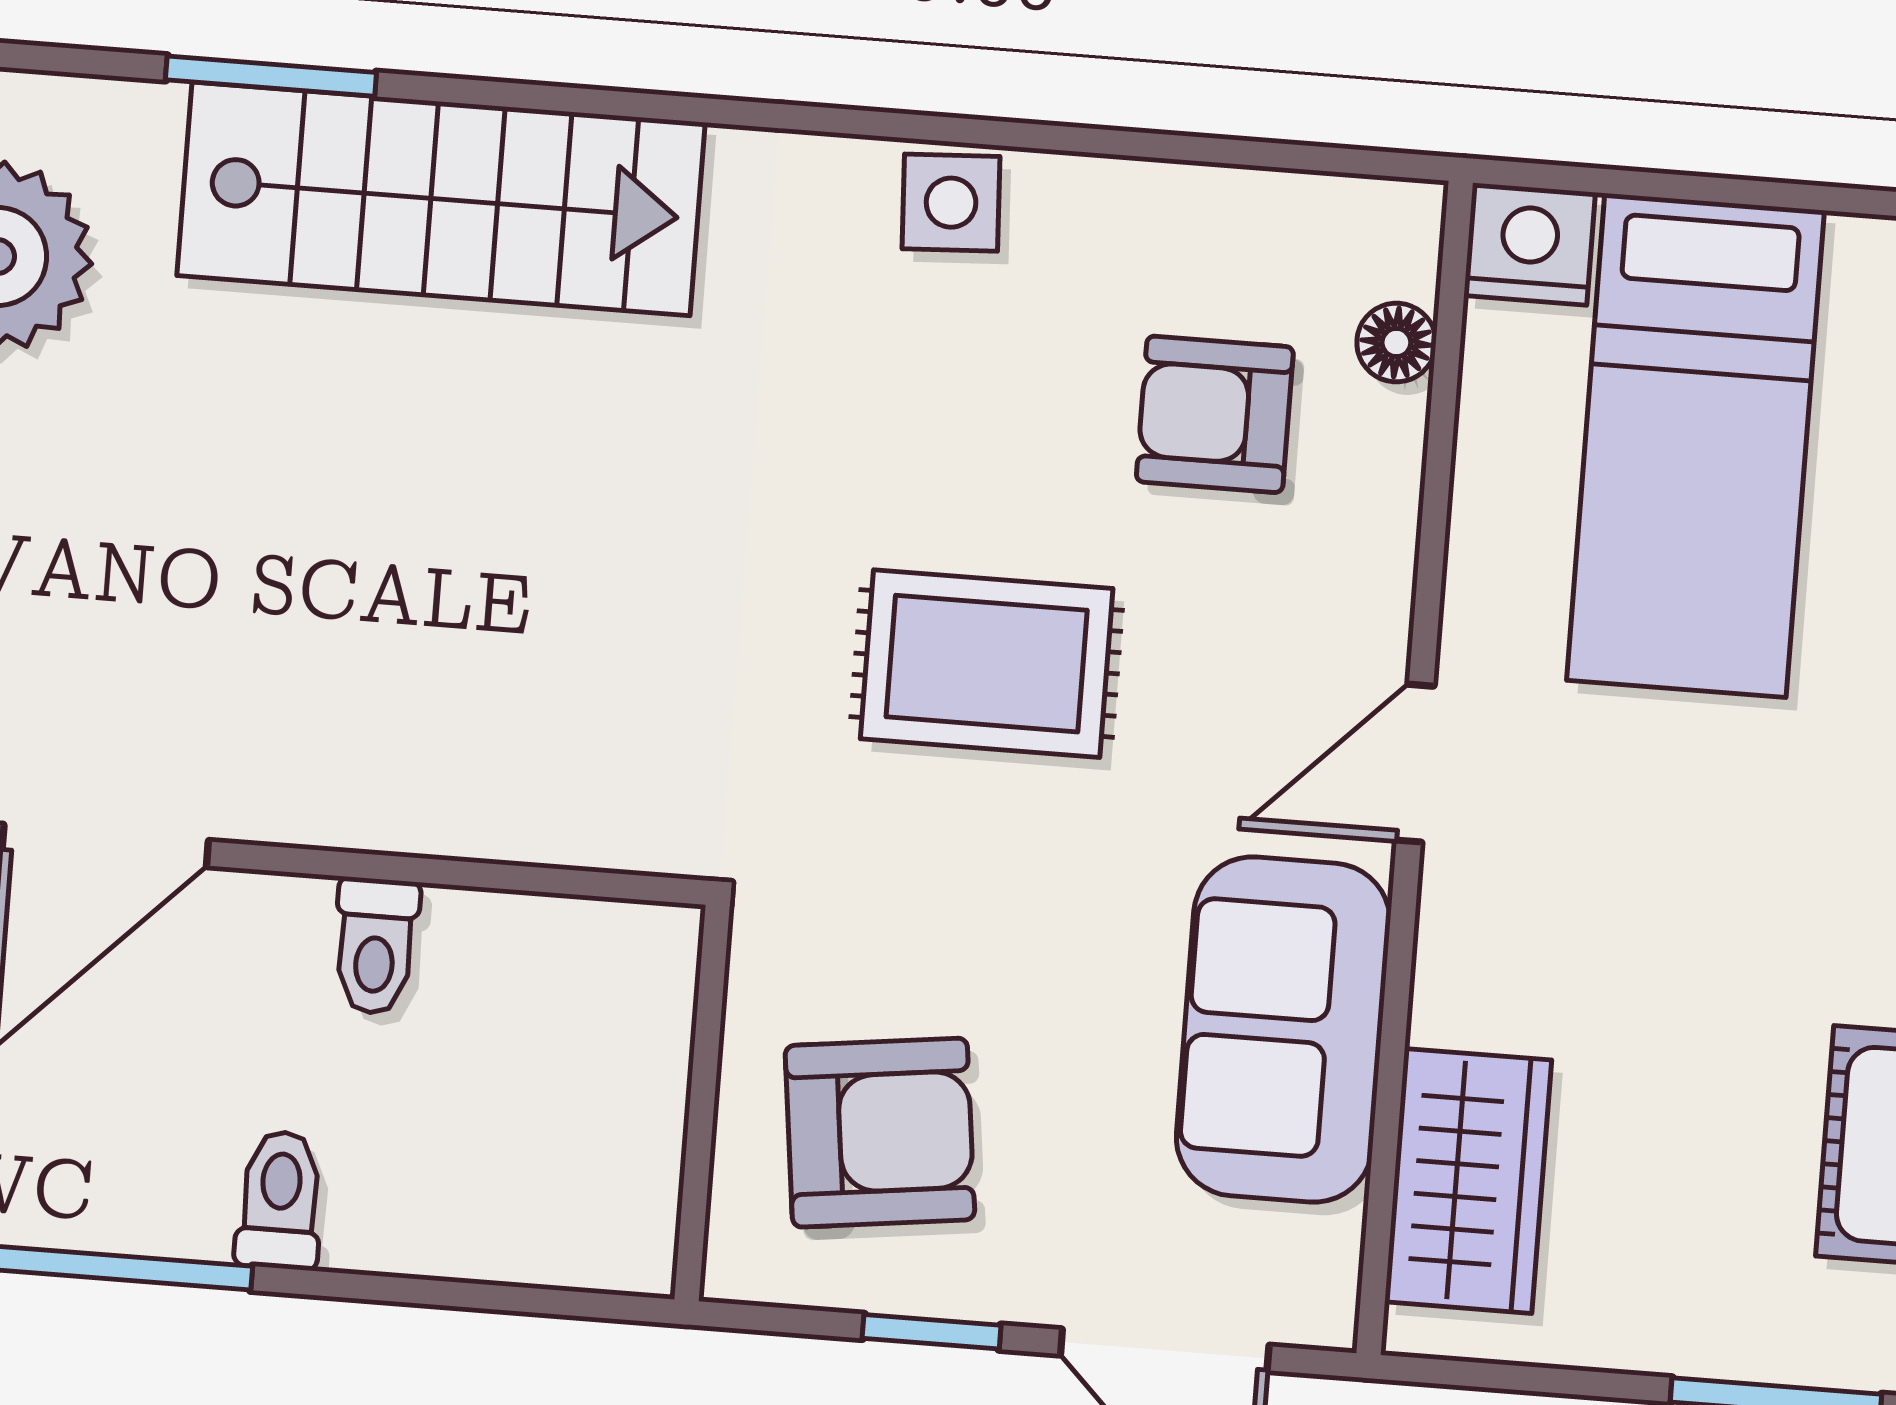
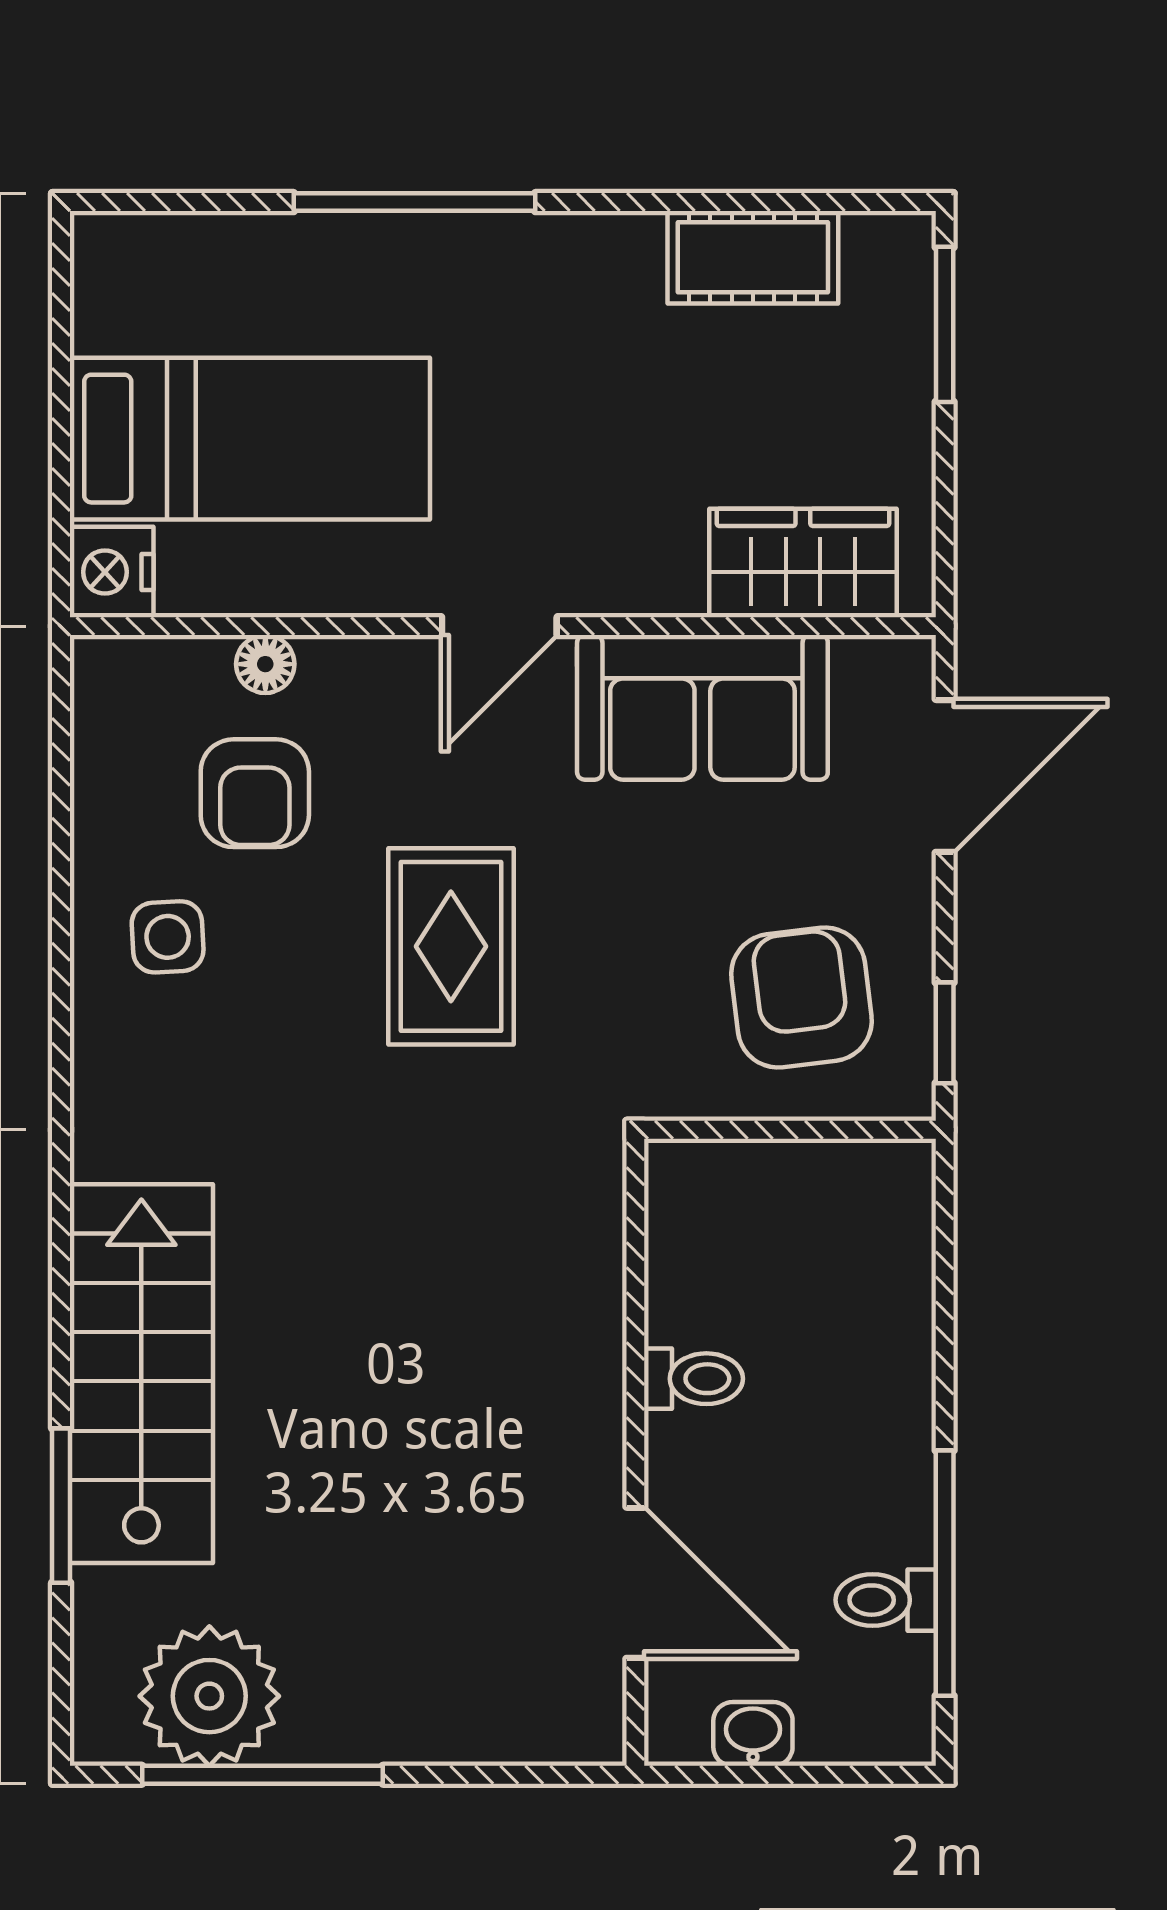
side table: (951, 203) -> (168, 937), moved
floor lamp: (1396, 343) -> (265, 664), moved
door: (1415, 763) -> (499, 626), hinge flipped
toilet: (280, 1200) -> (886, 1600), moved
window: (932, 1332) -> (945, 1033), moved

